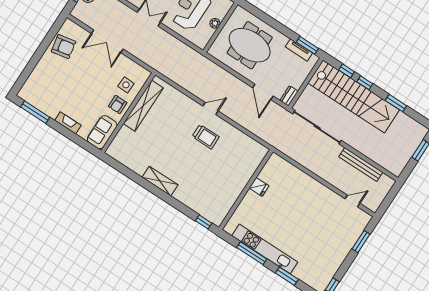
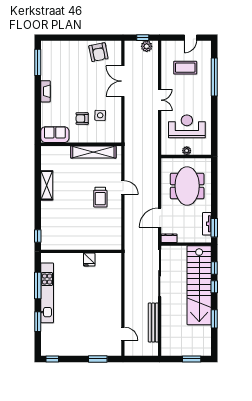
shelving: (143, 106) -> (93, 152), moved
wall: (128, 113) -> (81, 144), moved
sofa: (102, 132) -> (55, 135), moved

